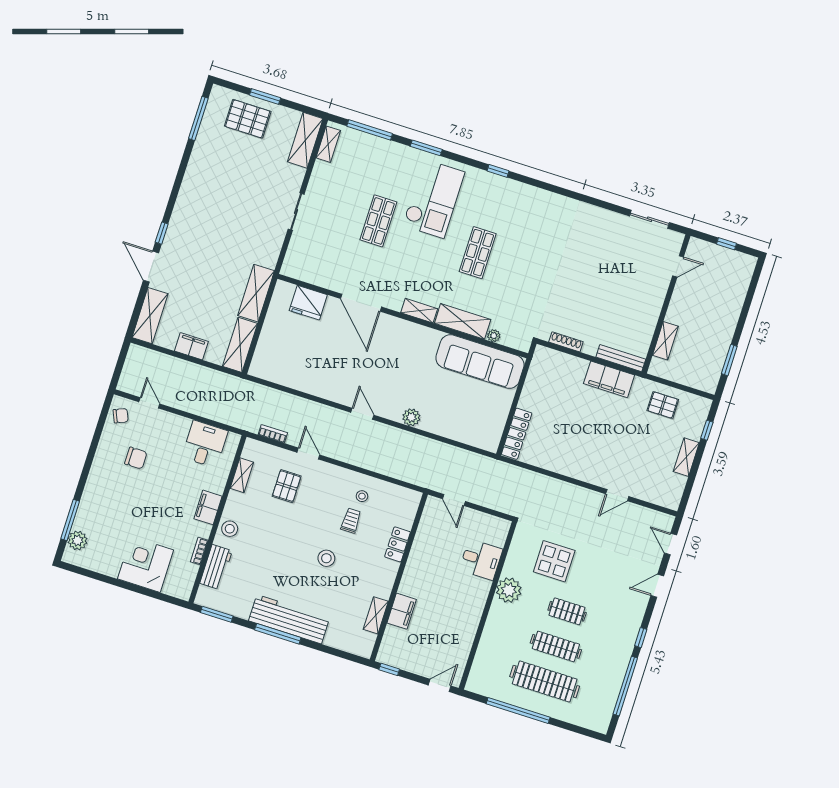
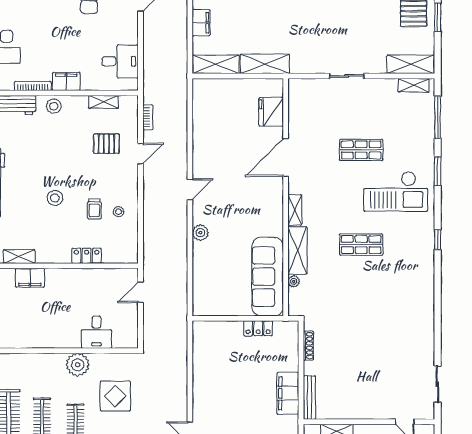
locker: (517, 434) -> (258, 328), moved, width x0.66
trolley: (351, 521) -> (94, 209), turned 90
bookcase: (199, 551) -> (33, 86), width x1.56

